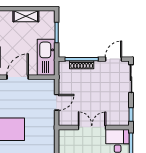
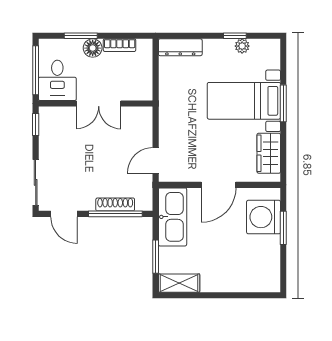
shelving: (26, 16) -> (179, 283), moved
door: (113, 59) -> (64, 214), hinge flipped
door: (57, 102) -> (156, 160), moved

